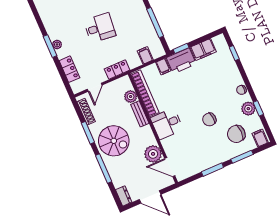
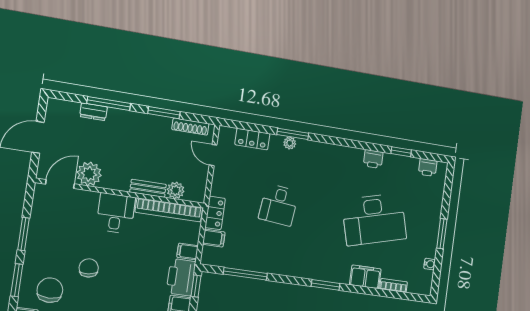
locker: (117, 69) -> (215, 213), moved
spiral stairs: (114, 141) -> (135, 137), removed
dresser: (124, 196) -> (94, 112), moved

